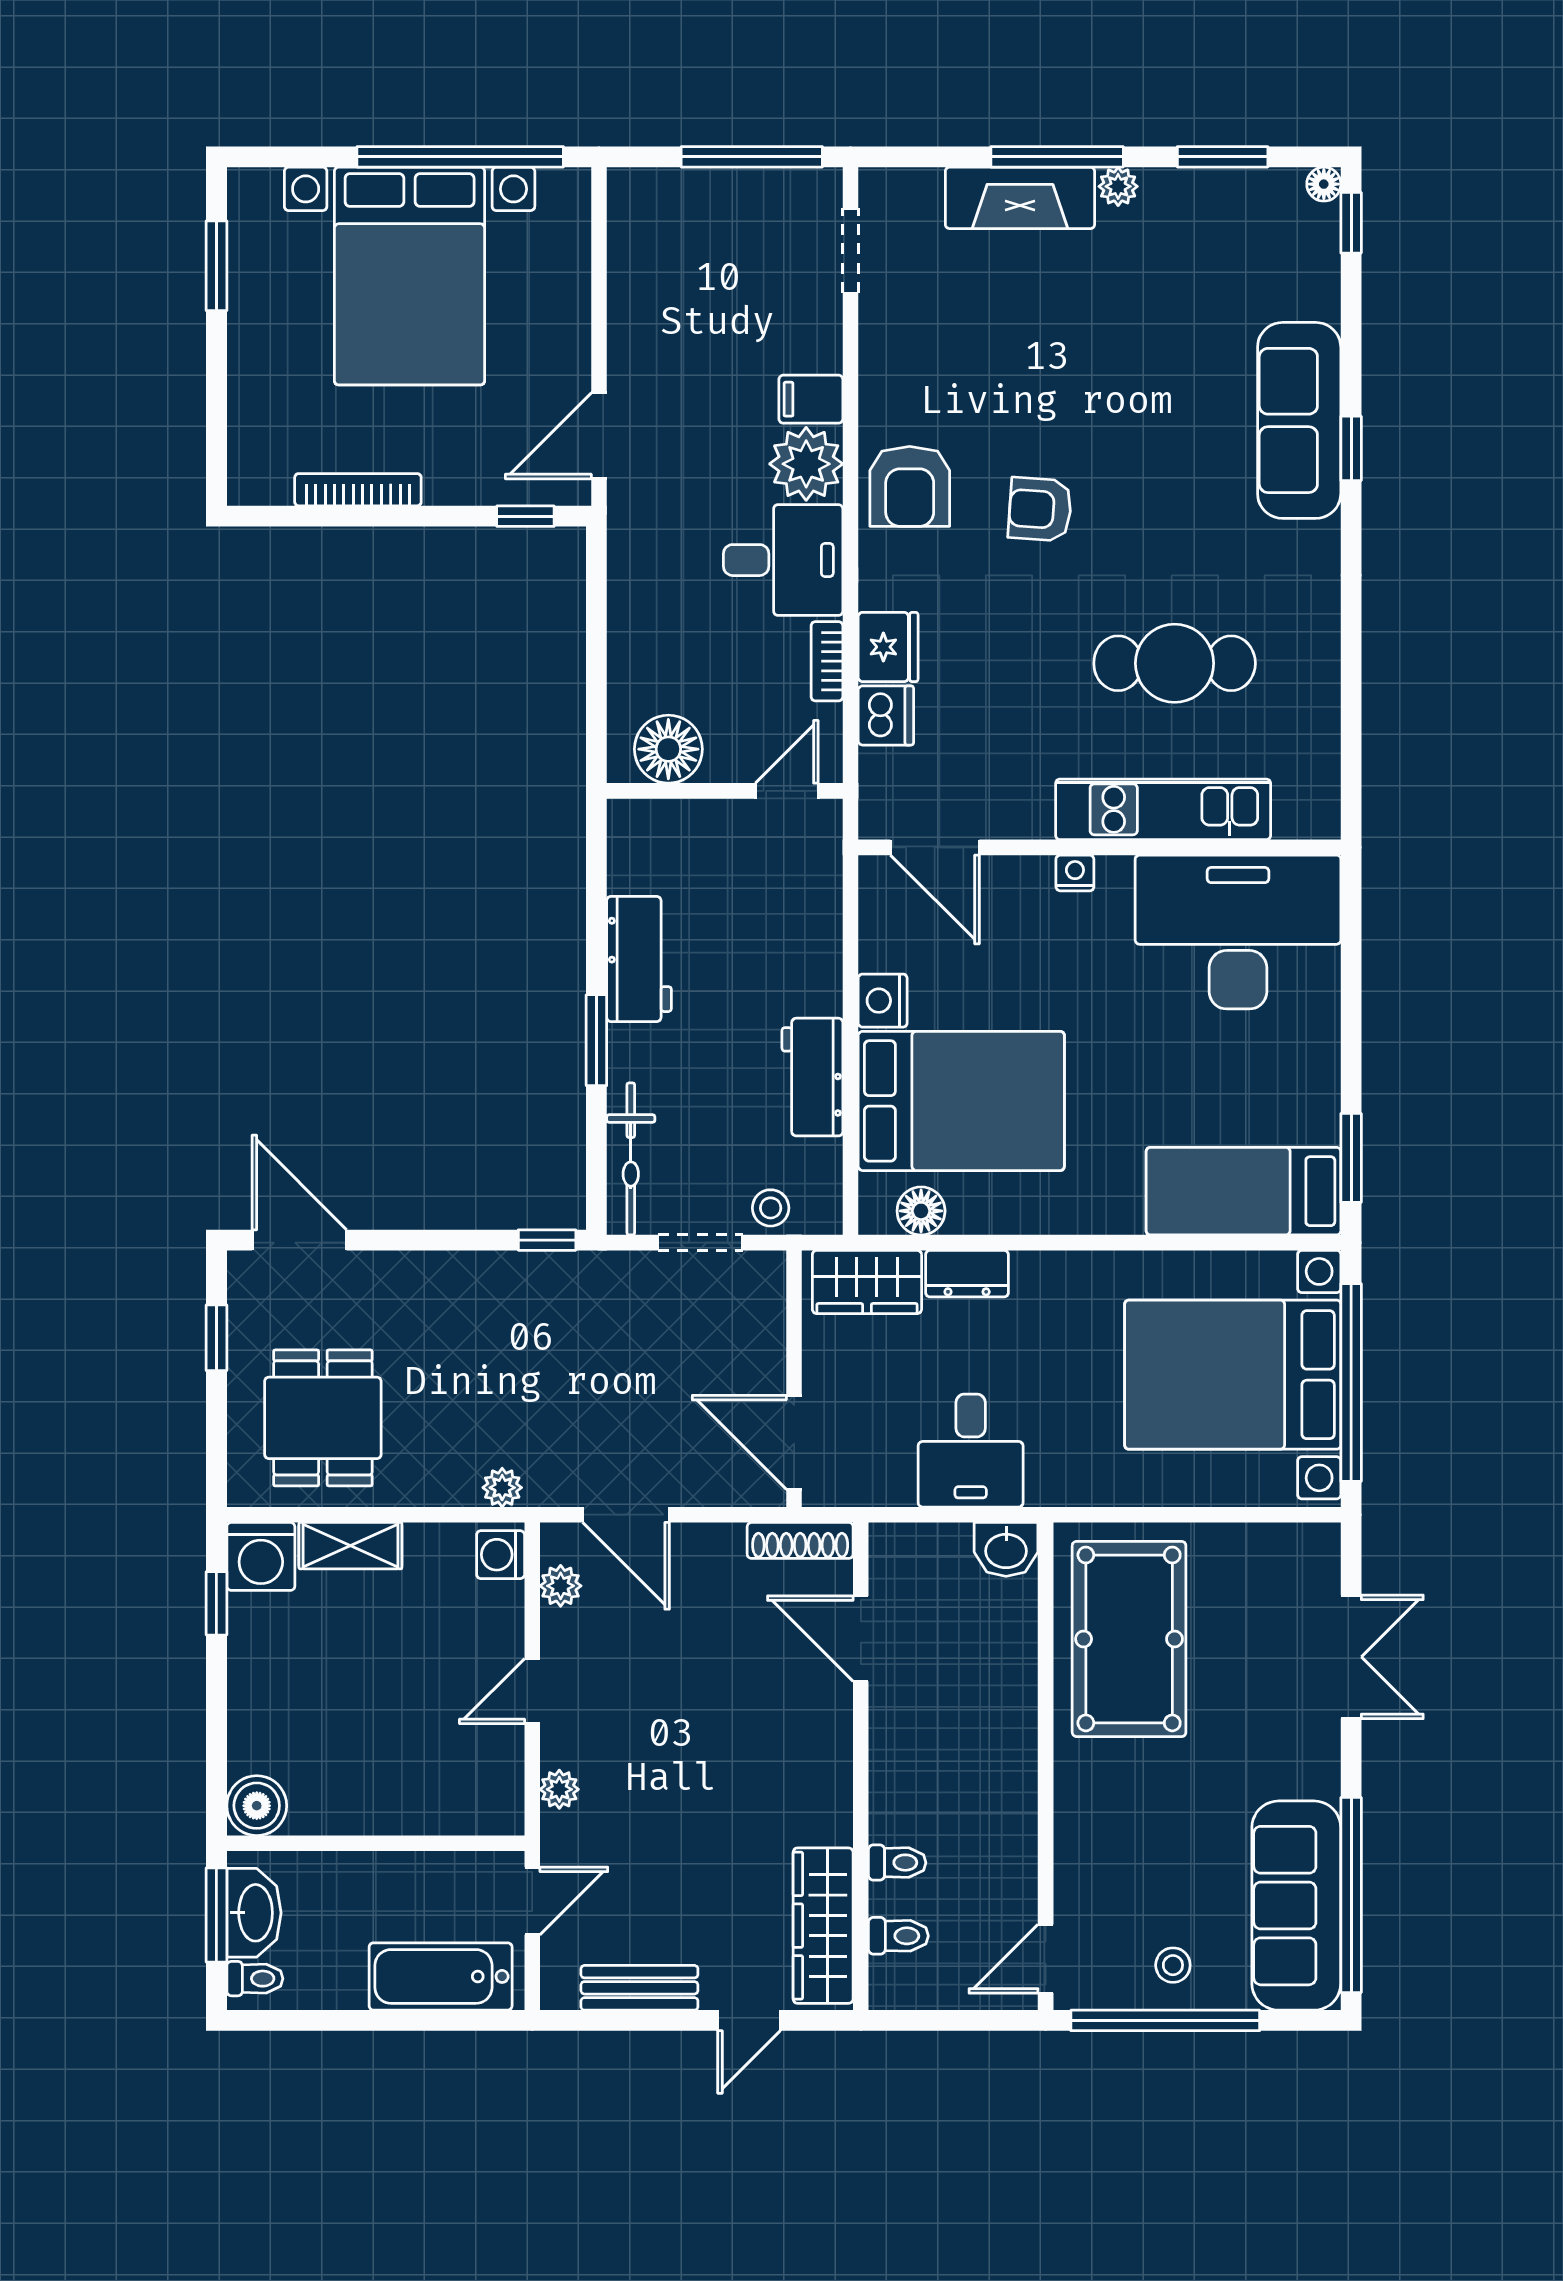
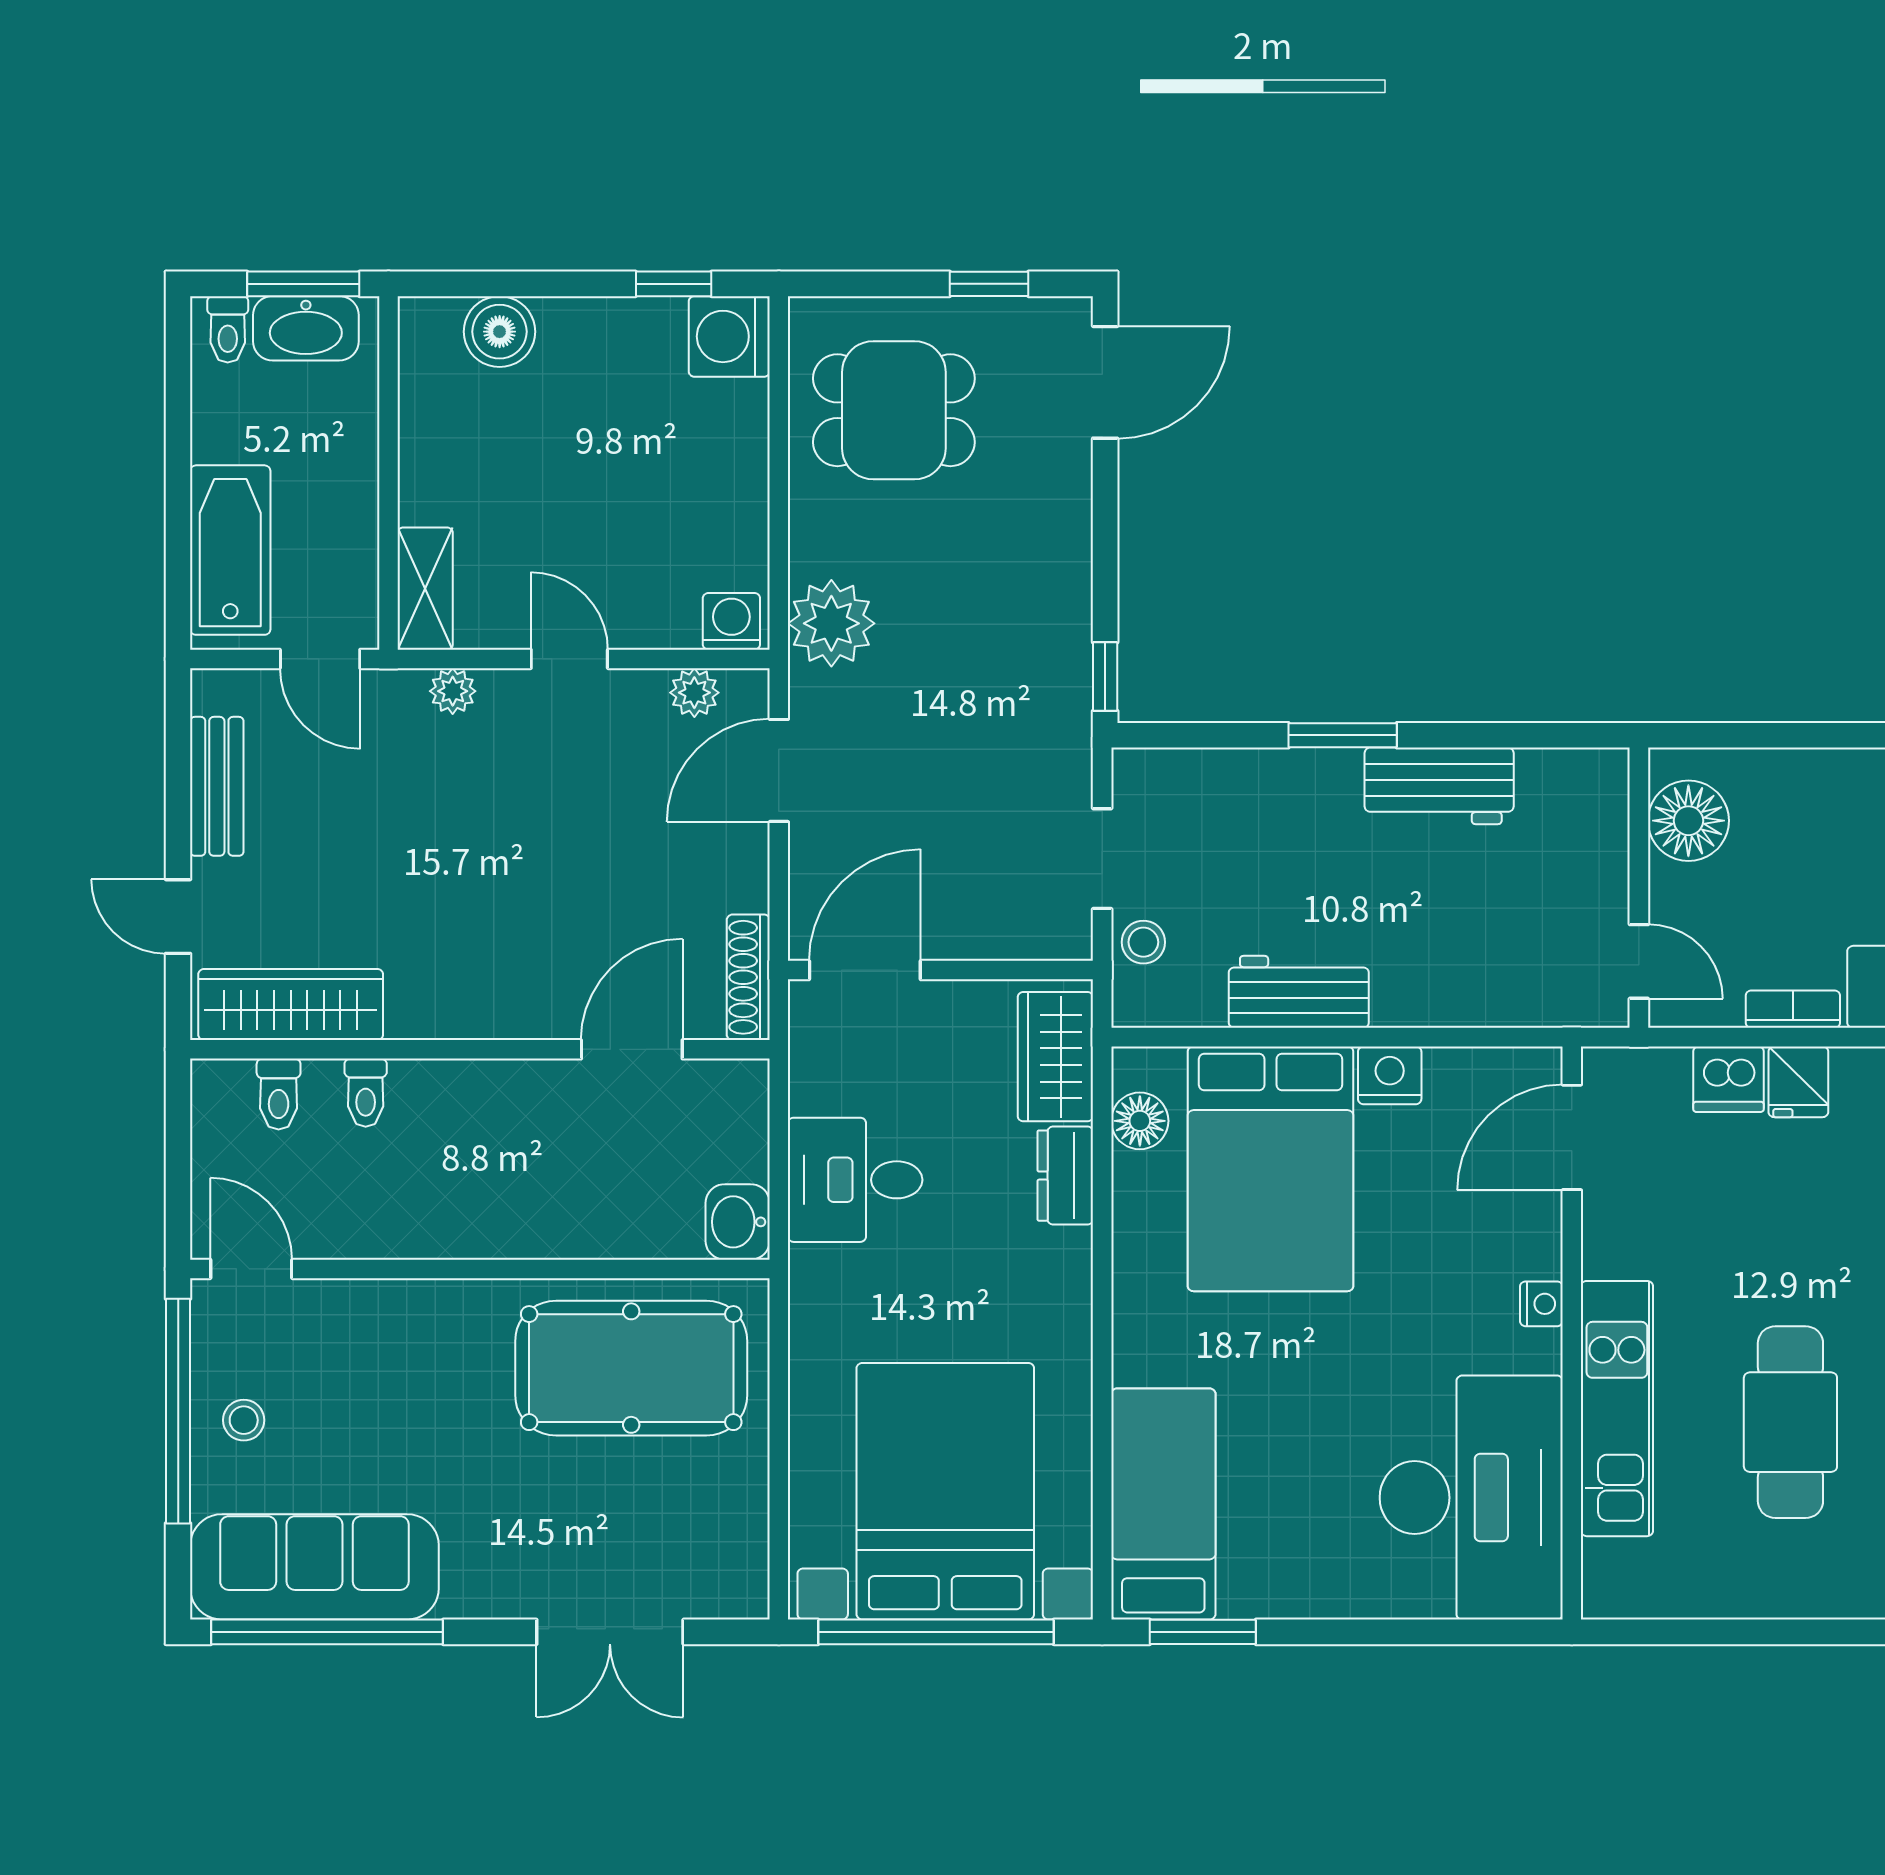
fridge: (888, 647) -> (1798, 1082), width x0.72
bicycle: (631, 1159) -> (1202, 776), removed
plant: (502, 1488) -> (831, 623), width x1.87, depth x1.87
shelving: (350, 1546) -> (425, 589), moved
boiler: (257, 1806) -> (500, 332), moved

